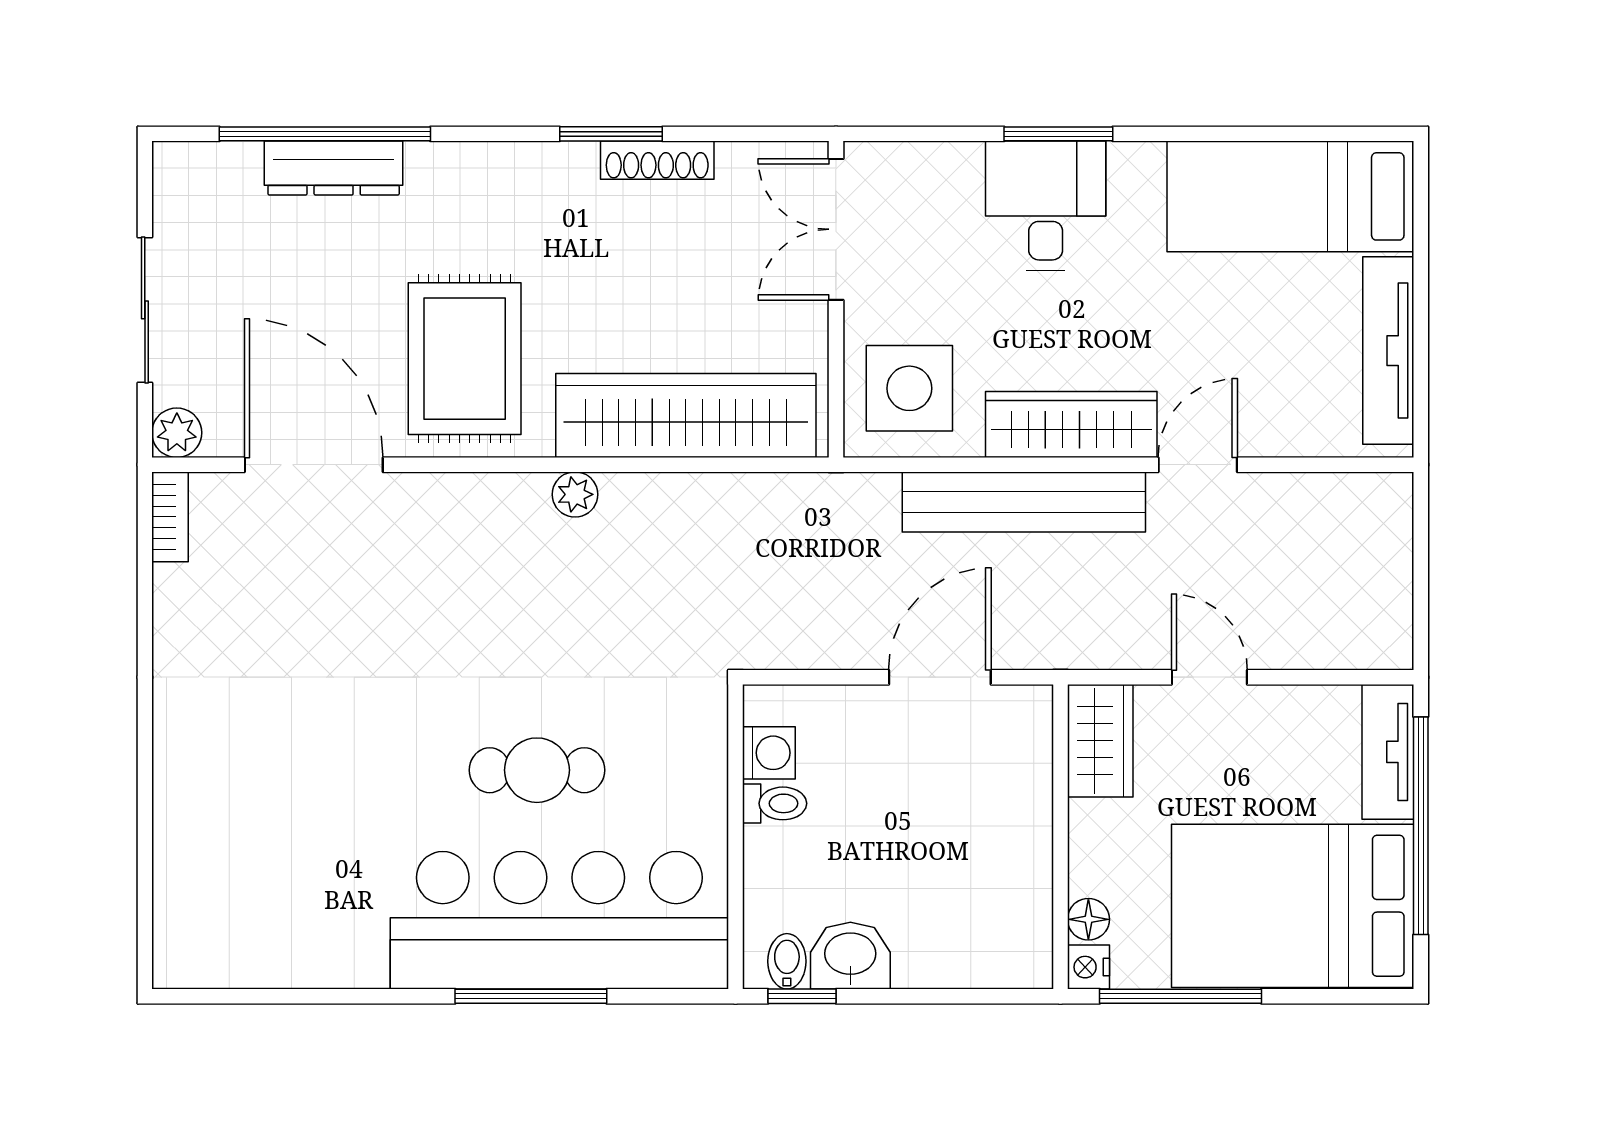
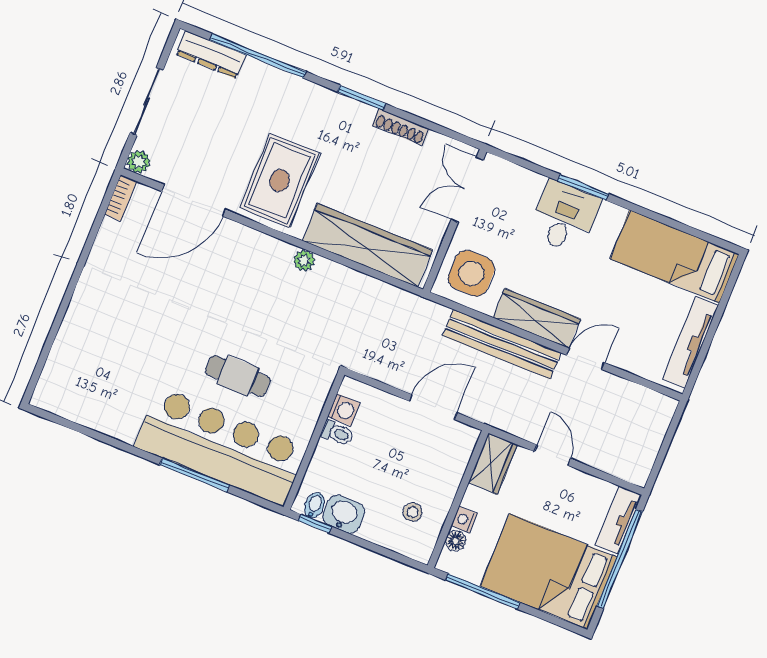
window: (611, 134) -> (362, 98), moved
dresser: (334, 168) -> (211, 55), moved
door: (314, 465) -> (194, 200), swing flipped
stool: (983, 897) -> (413, 512), added
nightstand: (1088, 967) -> (464, 520), moved

